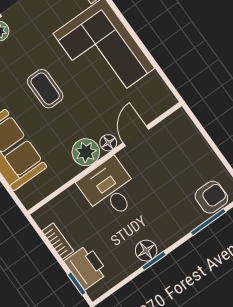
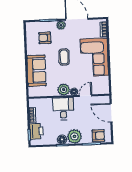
door: (207, 137) -> (111, 113), added
plant: (166, 229) -> (74, 136), added

